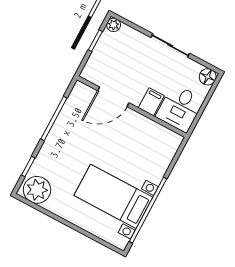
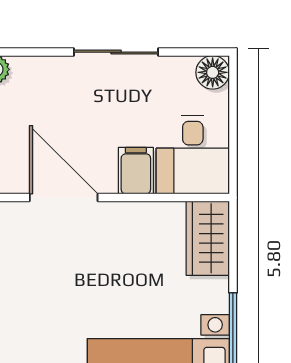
door: (113, 97) -> (64, 197), swing flipped
wardrobe: (167, 148) -> (208, 238), added

